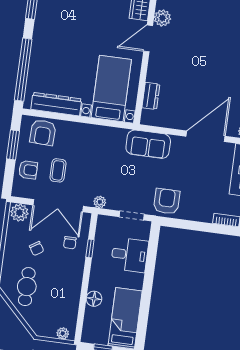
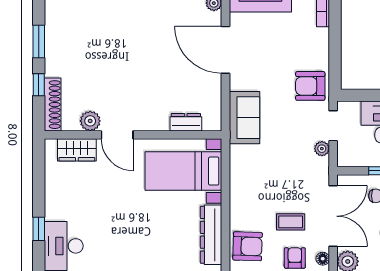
floor lamp: (24, 193) -> (323, 259), added
plant: (100, 202) -> (322, 149), moved

